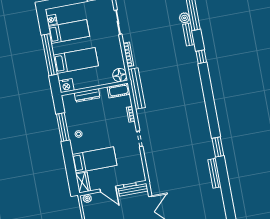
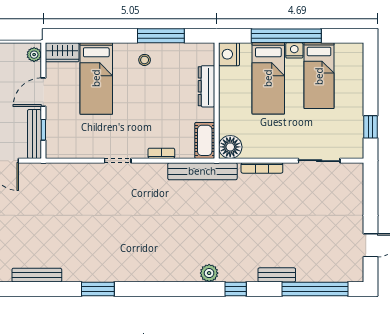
plant: (185, 18) -> (209, 273), moved
nightstand: (52, 20) -> (294, 50), moved
window: (218, 147) -> (98, 289), moved

